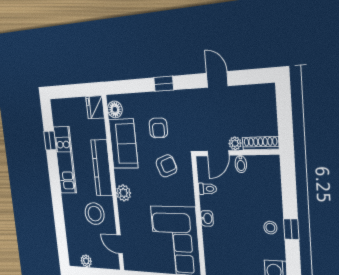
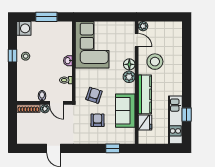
window: (164, 84) -> (113, 148), moved
fridge: (95, 107) -> (145, 123), moved
floor lamp: (115, 109) -> (129, 64), moved
door: (218, 153) -> (57, 103), swing flipped
kitchen unit: (65, 160) -> (175, 120), moved
armchair: (166, 166) -> (94, 95), turned 129
plant: (86, 261) -> (143, 26), moved

